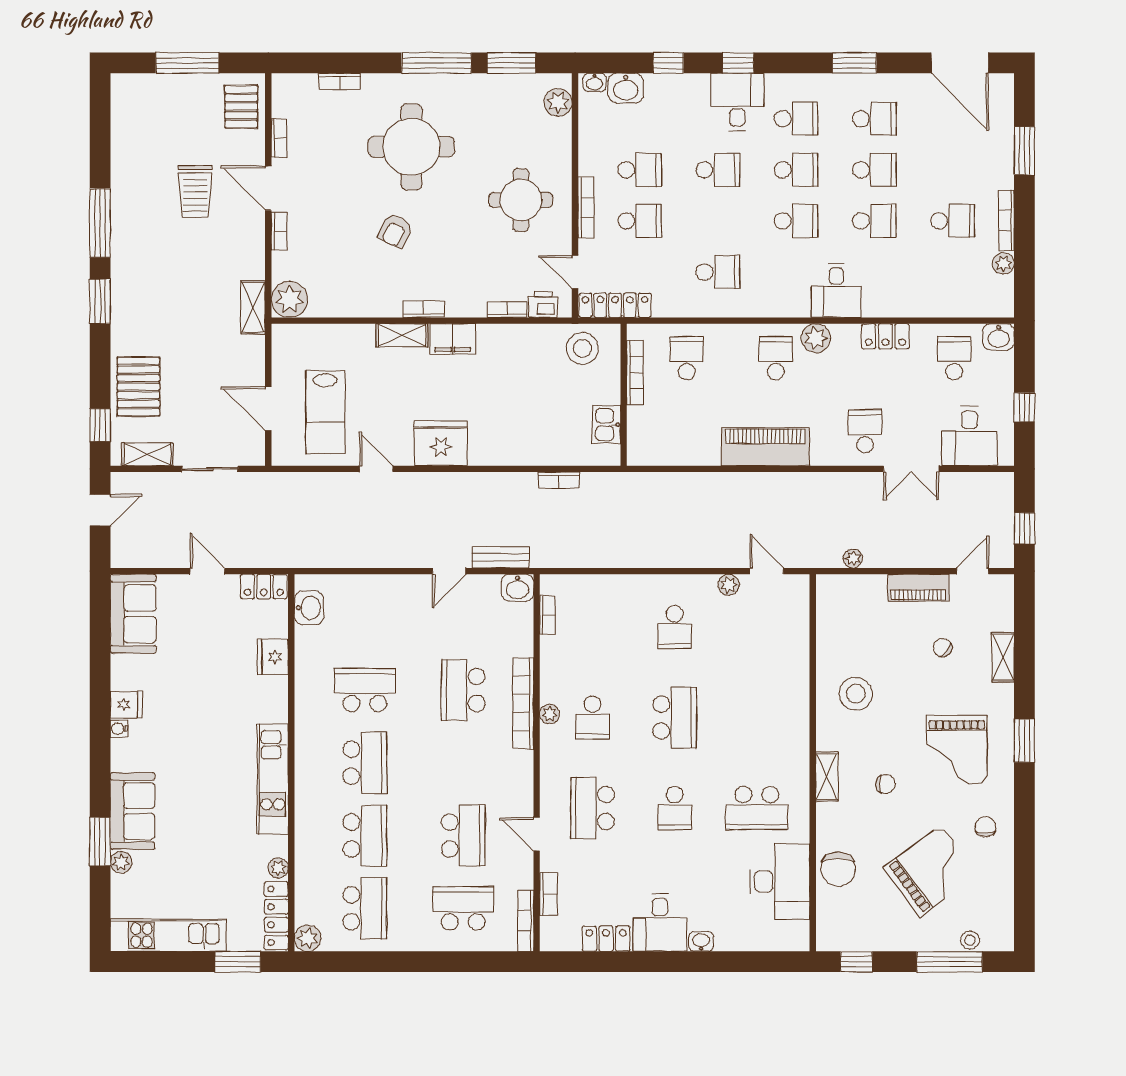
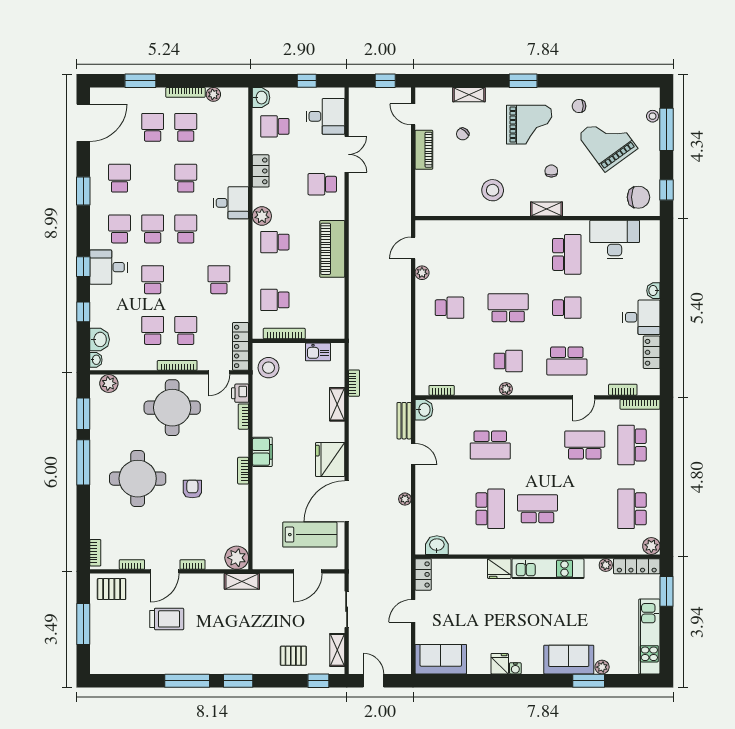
bookcase: (340, 81) -> (95, 553), moved
school desk: (874, 170) -> (153, 127), moved
round table: (521, 200) -> (172, 408), width x1.36, depth x1.36
armchair: (395, 231) -> (192, 489), turned -117
shelving: (402, 335) -> (337, 404), moved
pallet: (138, 387) -> (293, 656), width x0.67, depth x0.71
door: (376, 469) -> (347, 501), width x1.87
plant: (853, 559) -> (405, 499), moved
fridge: (273, 657) -> (499, 569), moved
school desk: (365, 690) -> (490, 509), turned 180
bookcase: (523, 704) -> (499, 406), removed
school desk: (365, 836) -> (585, 509), removed
chair: (838, 869) -> (638, 197), moved
school desk: (365, 908) -> (632, 509), turned -90

